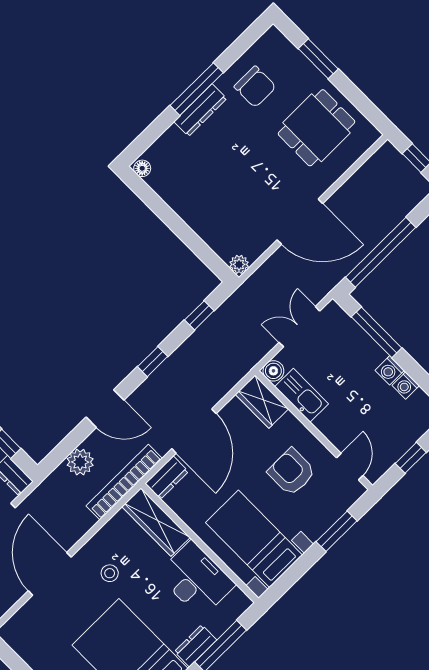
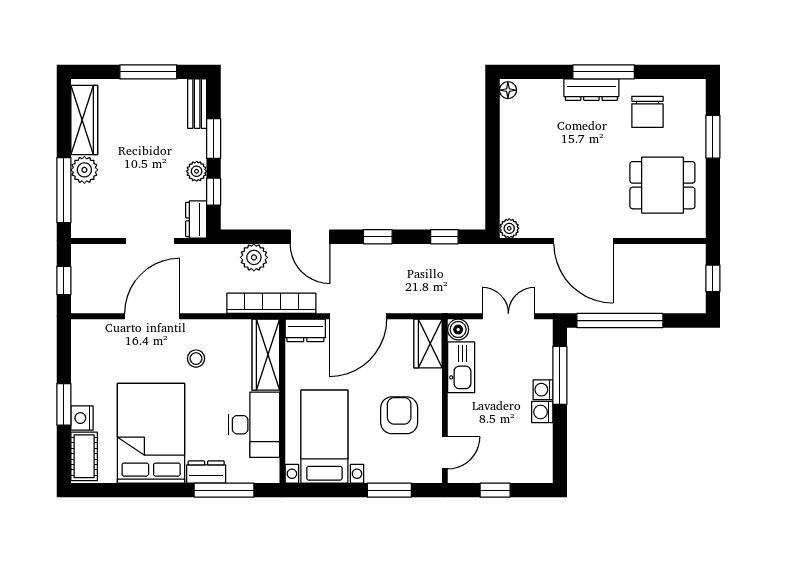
washing machine: (406, 386) -> (543, 390), moved

